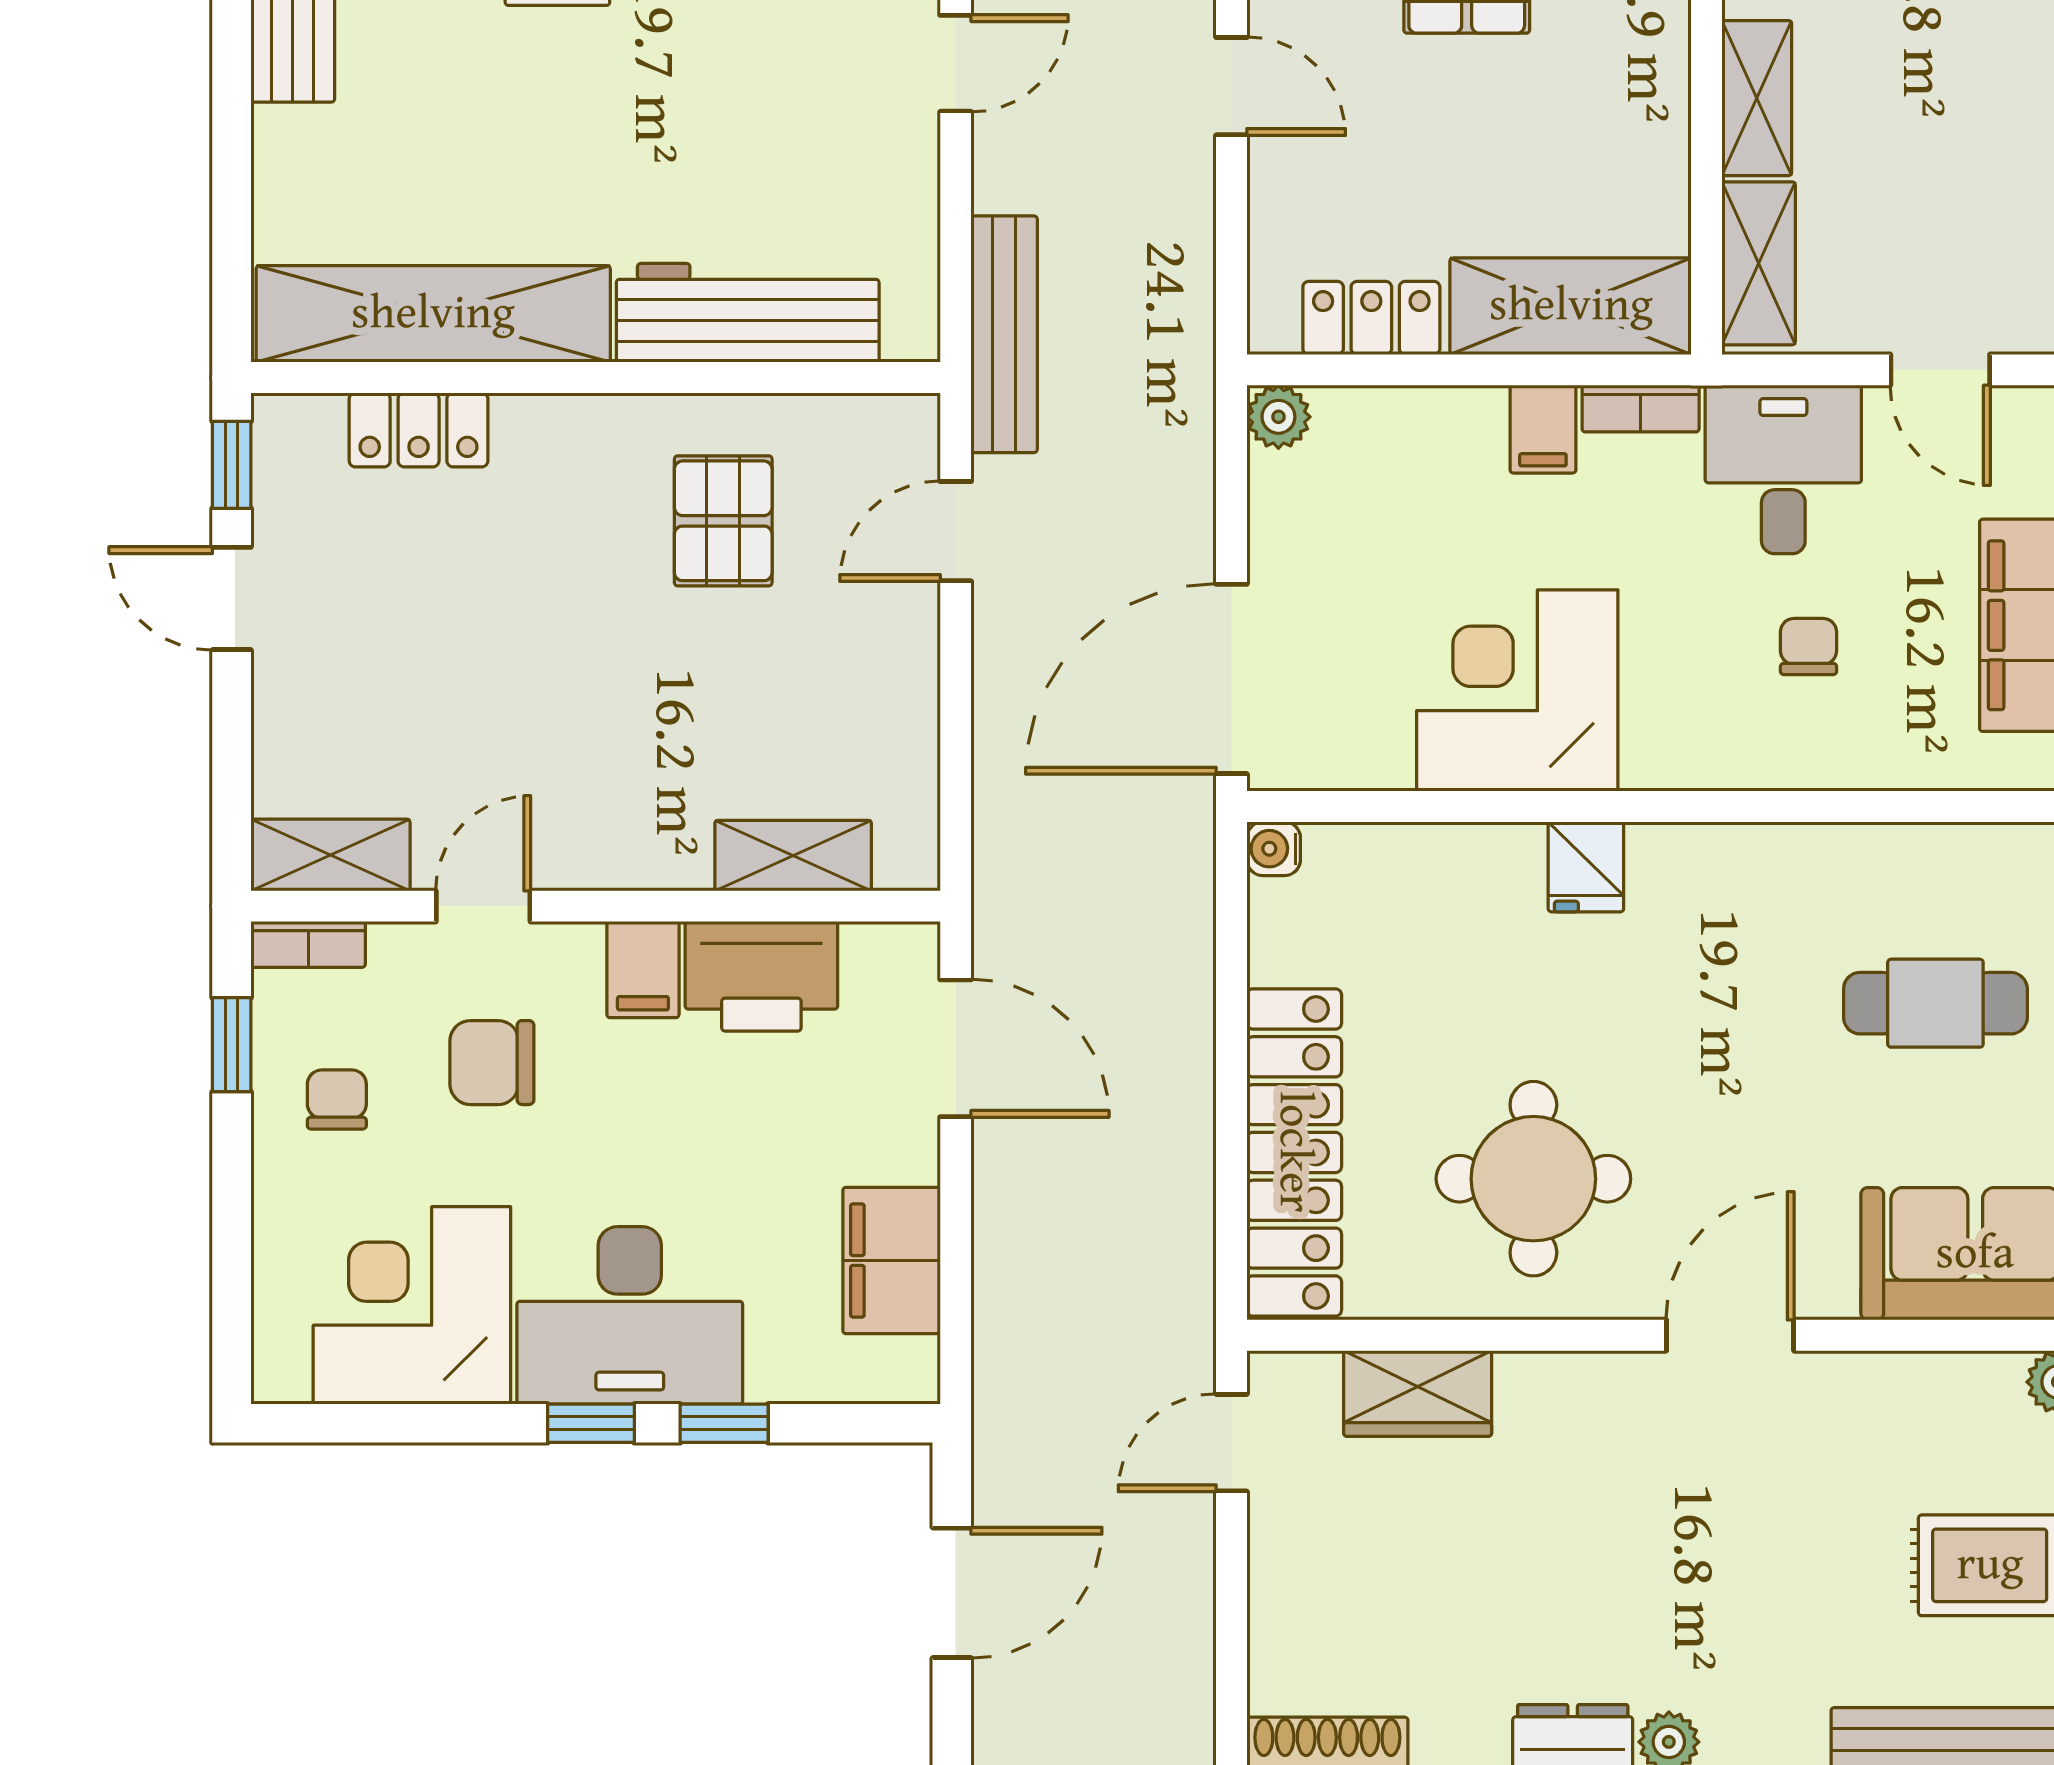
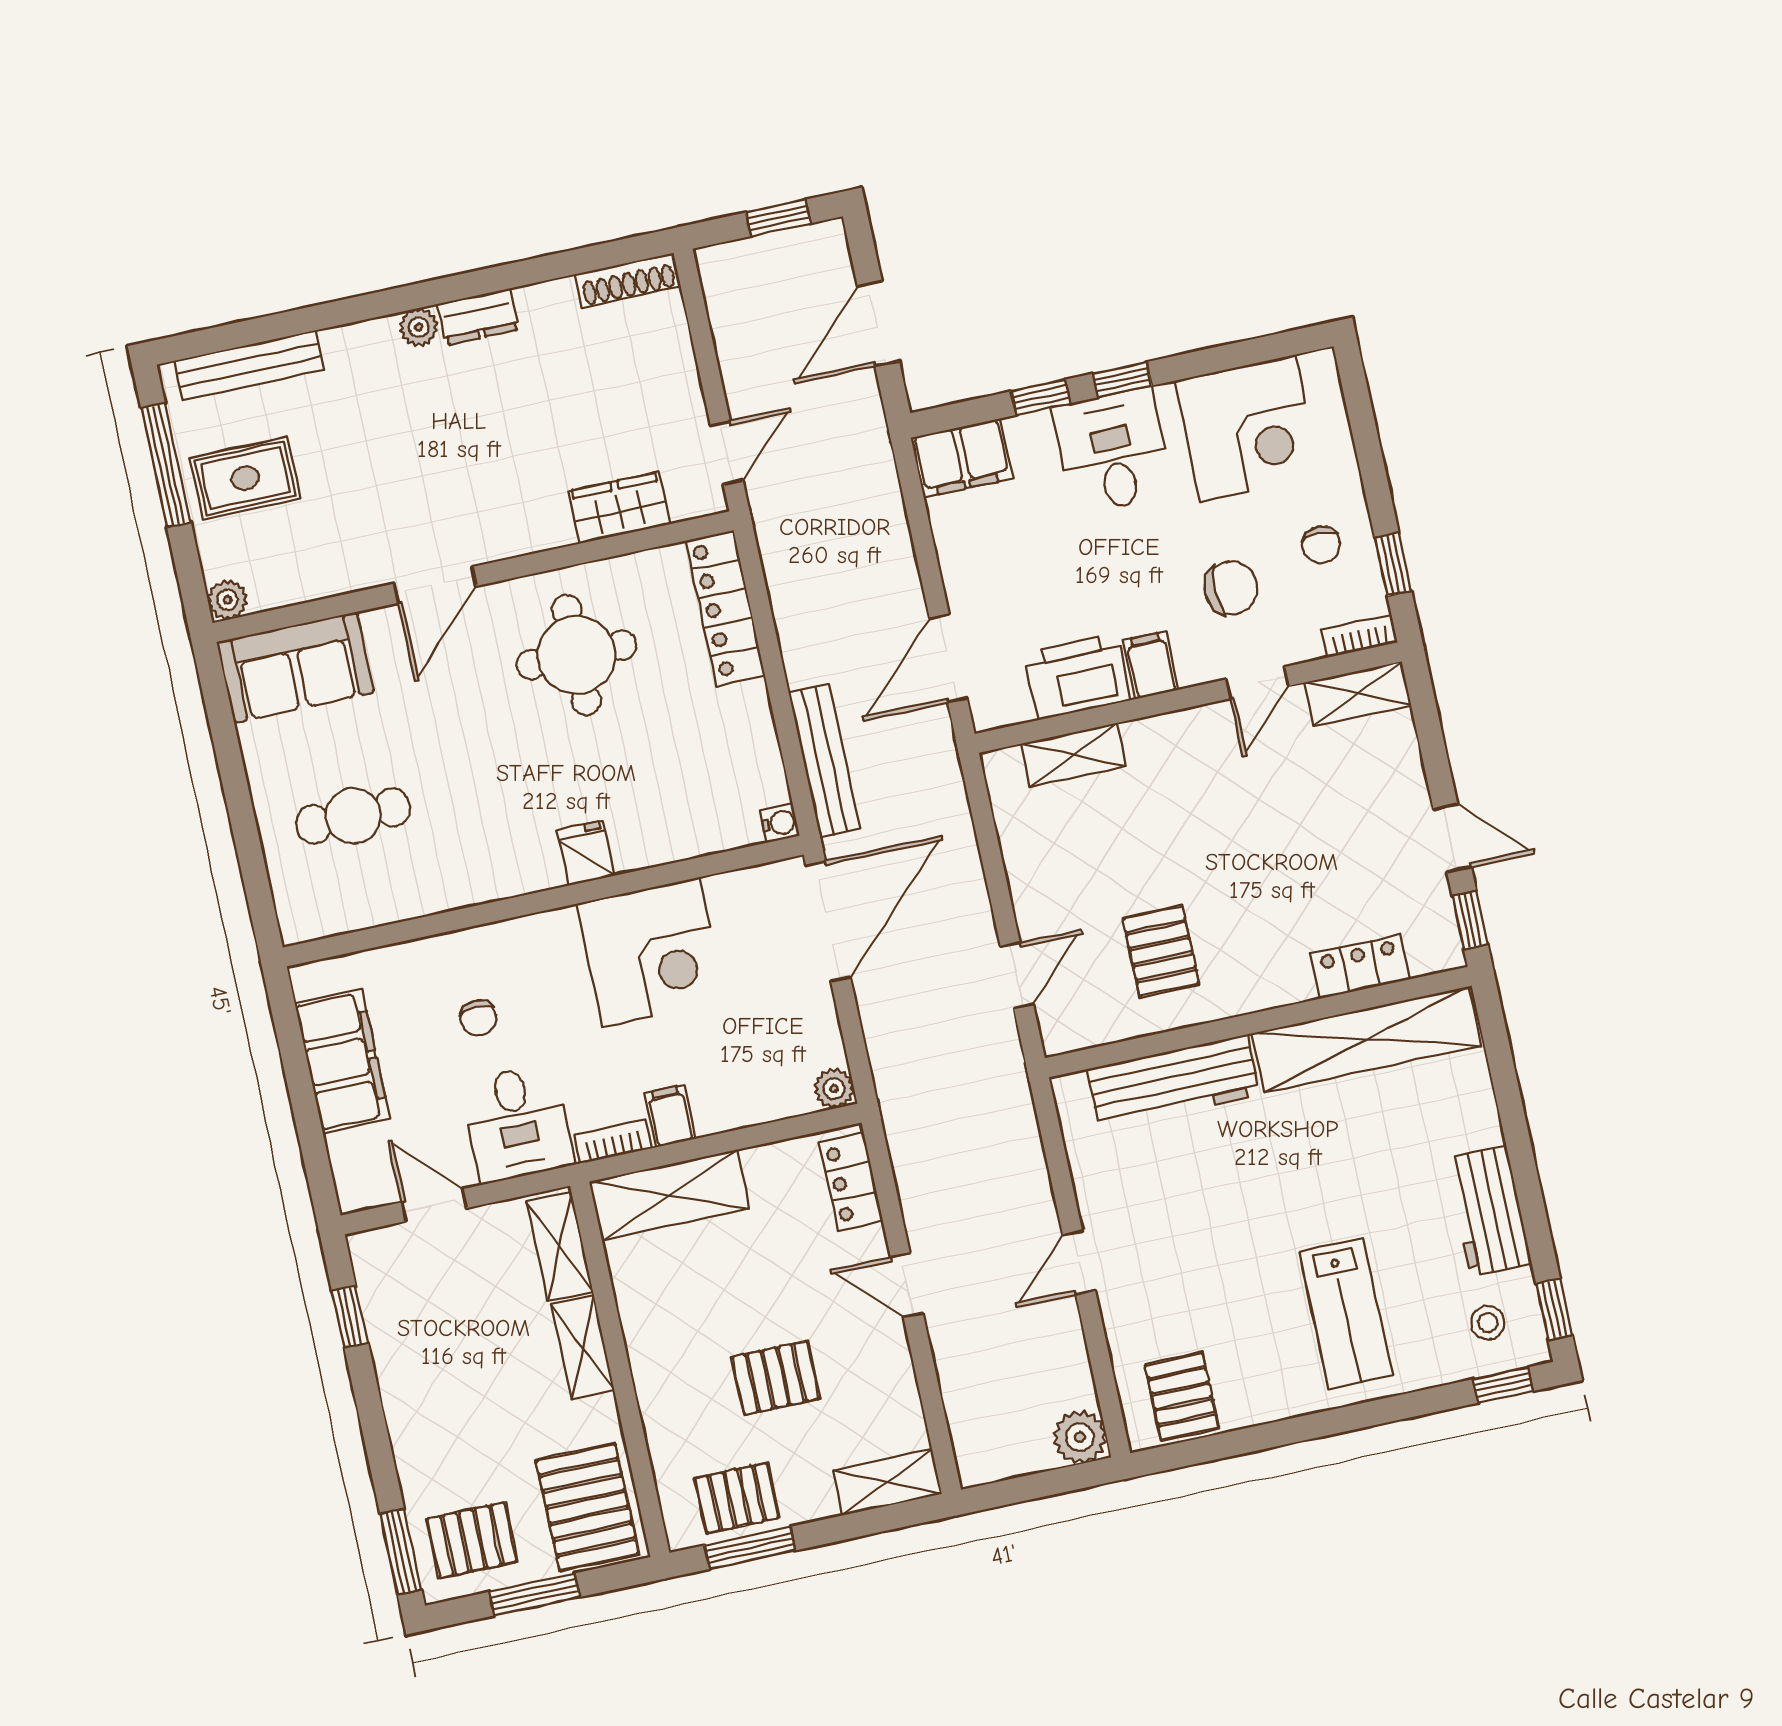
locker: (1371, 318) -> (851, 1182), moved, turned 90
bench: (1004, 334) -> (824, 761), moved
door: (956, 1048) -> (948, 658), hinge flipped
locker: (1294, 1152) -> (725, 608), width x0.71, depth x0.83
filing cabinet: (892, 1260) -> (962, 458), moved, turned 90
desk: (630, 1315) -> (1113, 451), width x0.73

